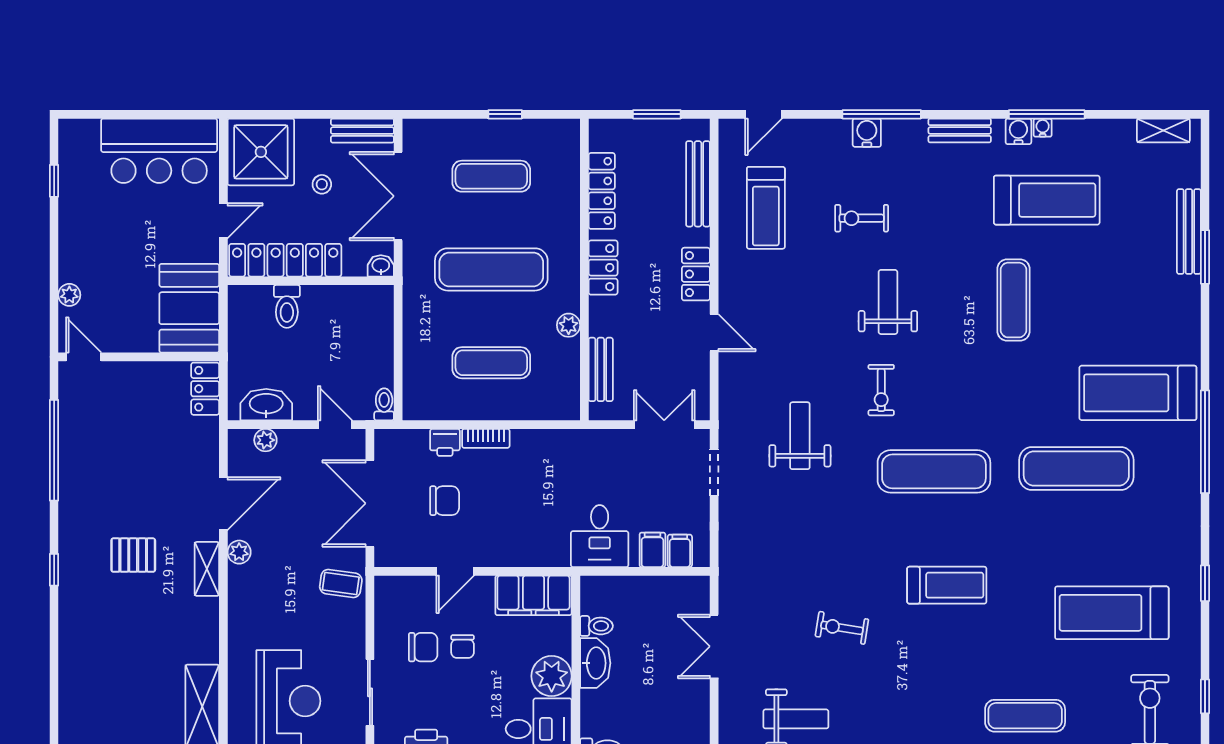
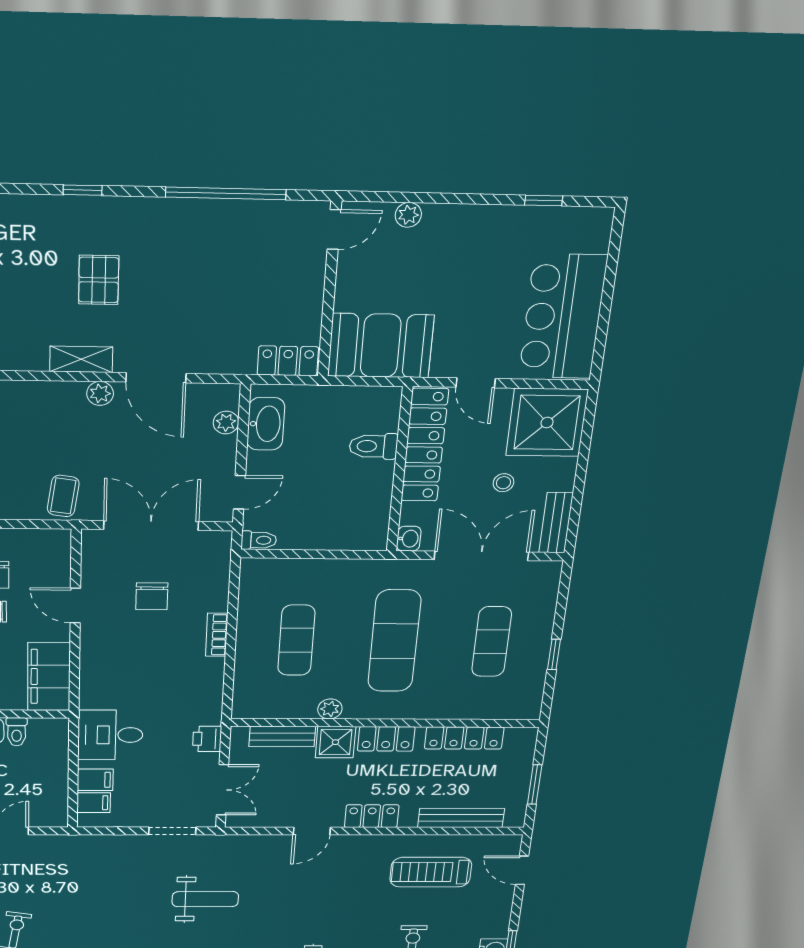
shower: (607, 317) -> (335, 742), added
printer: (445, 442) -> (207, 739), moved

